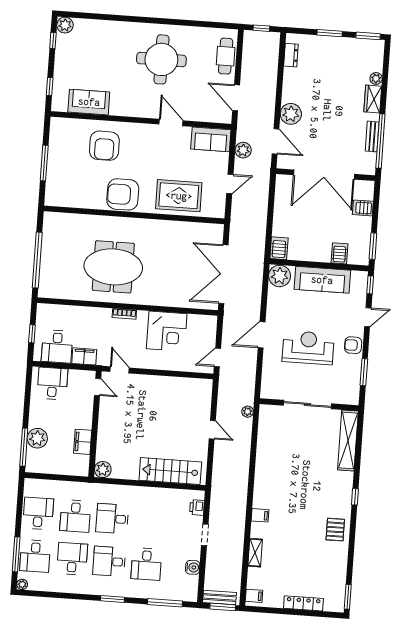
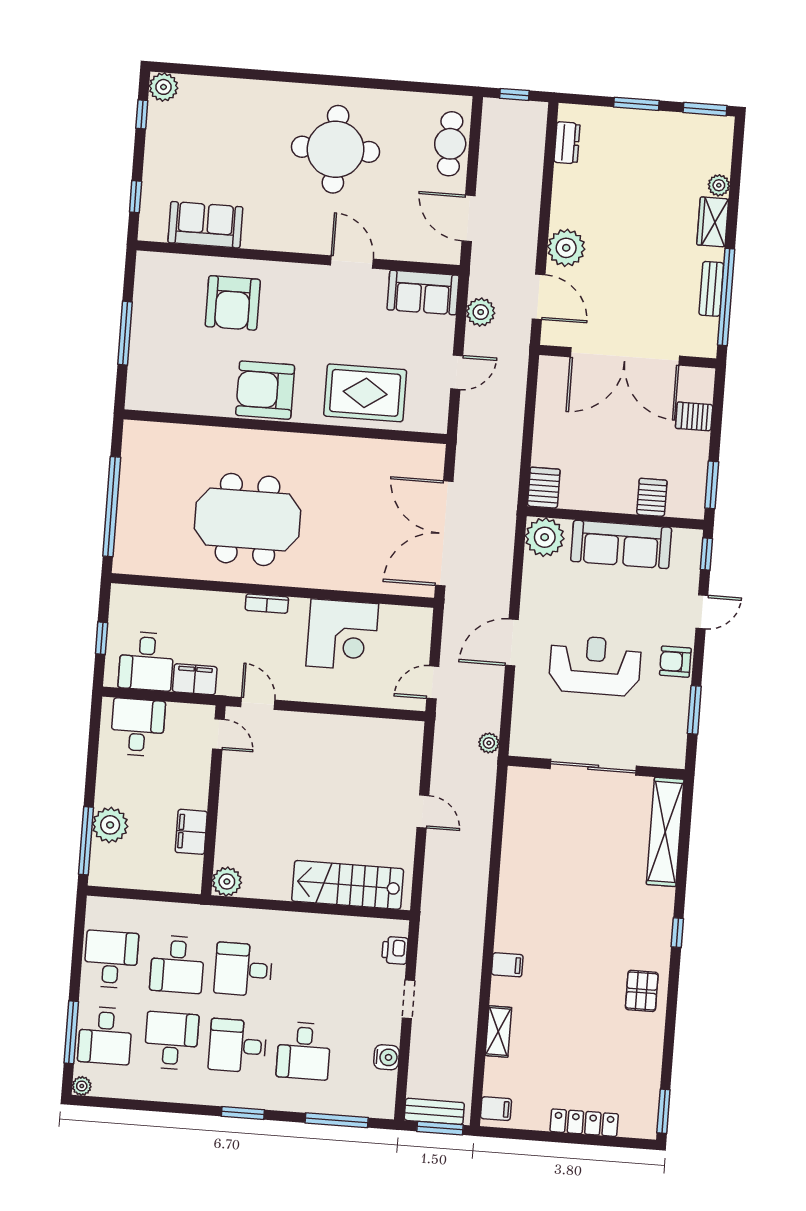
plant: (248, 412) -> (489, 743), moved

